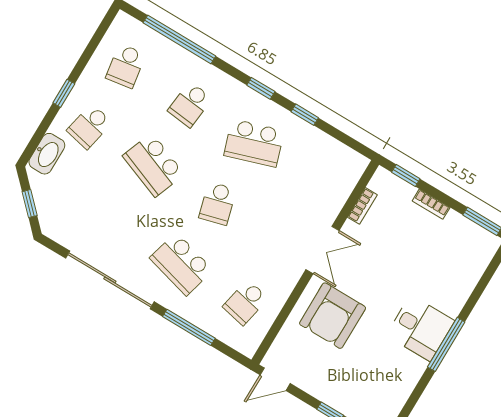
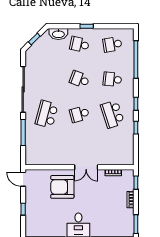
school desk: (154, 165) -> (79, 79), width x0.54
school desk: (245, 303) -> (47, 149), removed

